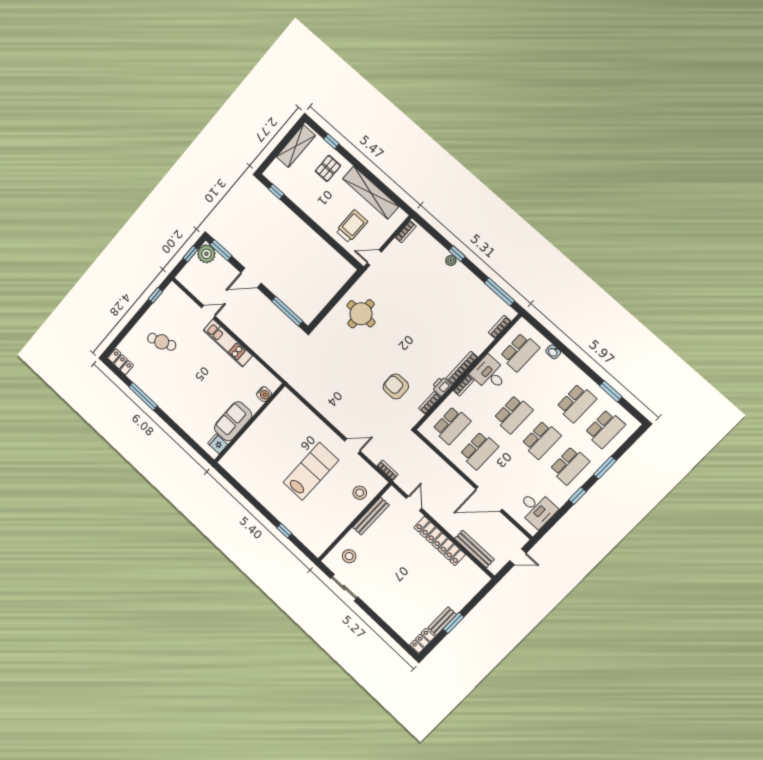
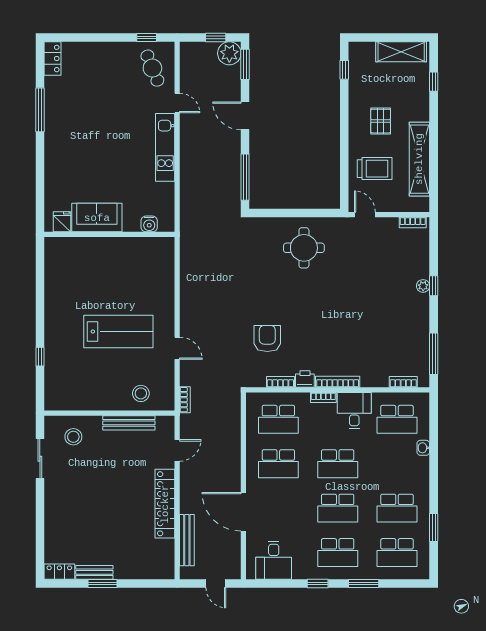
pallet: (328, 168) -> (381, 121), moved, turned 90
cafe table: (162, 342) -> (152, 68), moved

